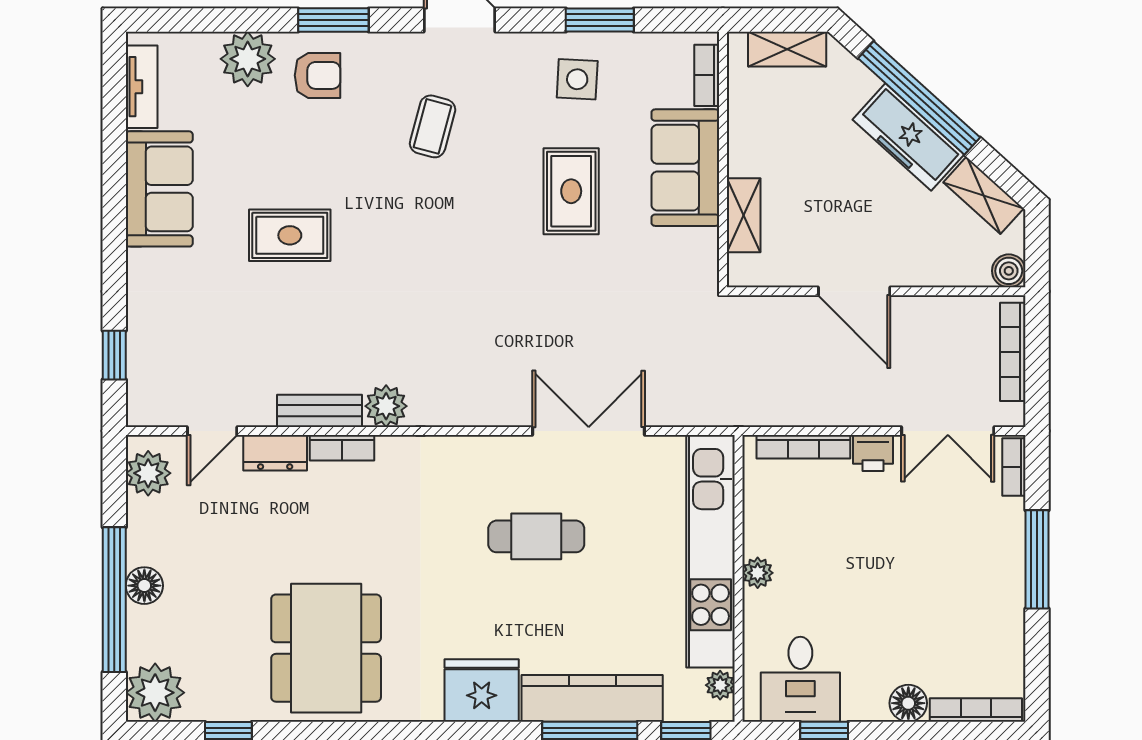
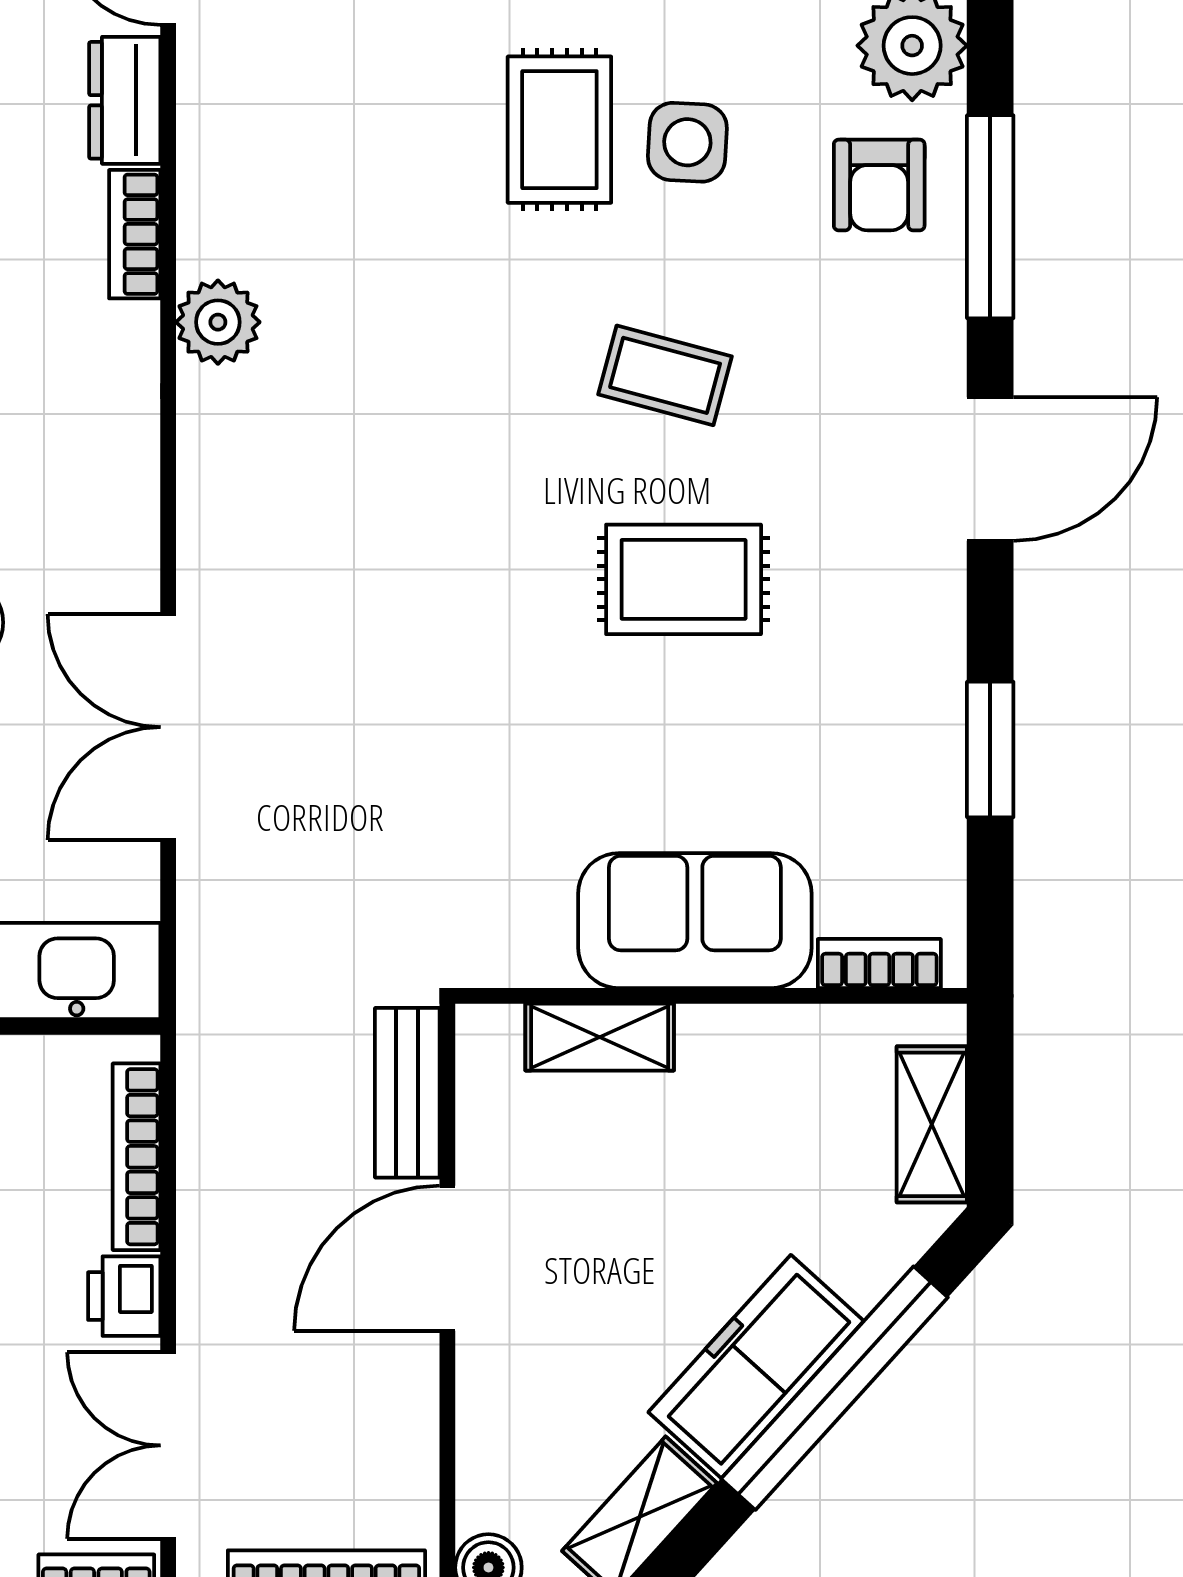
window: (333, 20) -> (990, 217), width x1.44
side table: (577, 79) -> (687, 142), moved
coffee table: (433, 126) -> (665, 375), moved
rug: (571, 191) -> (684, 579), moved
bench: (320, 411) -> (407, 1093), moved
double door: (589, 431) -> (168, 727), swing flipped

